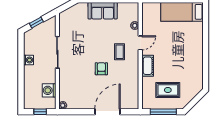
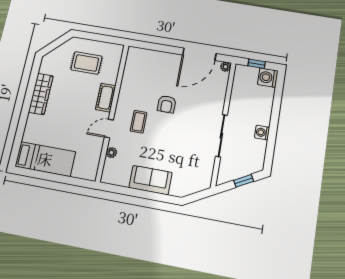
wardrobe: (197, 60) -> (41, 94), added
washing machine: (49, 90) -> (268, 78), moved, turned 180
door: (108, 112) -> (199, 54), moved
window: (163, 112) -> (98, 38), removed

